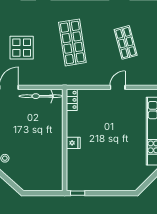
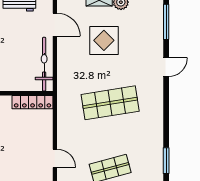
locker: (72, 100) -> (33, 102), width x1.53

